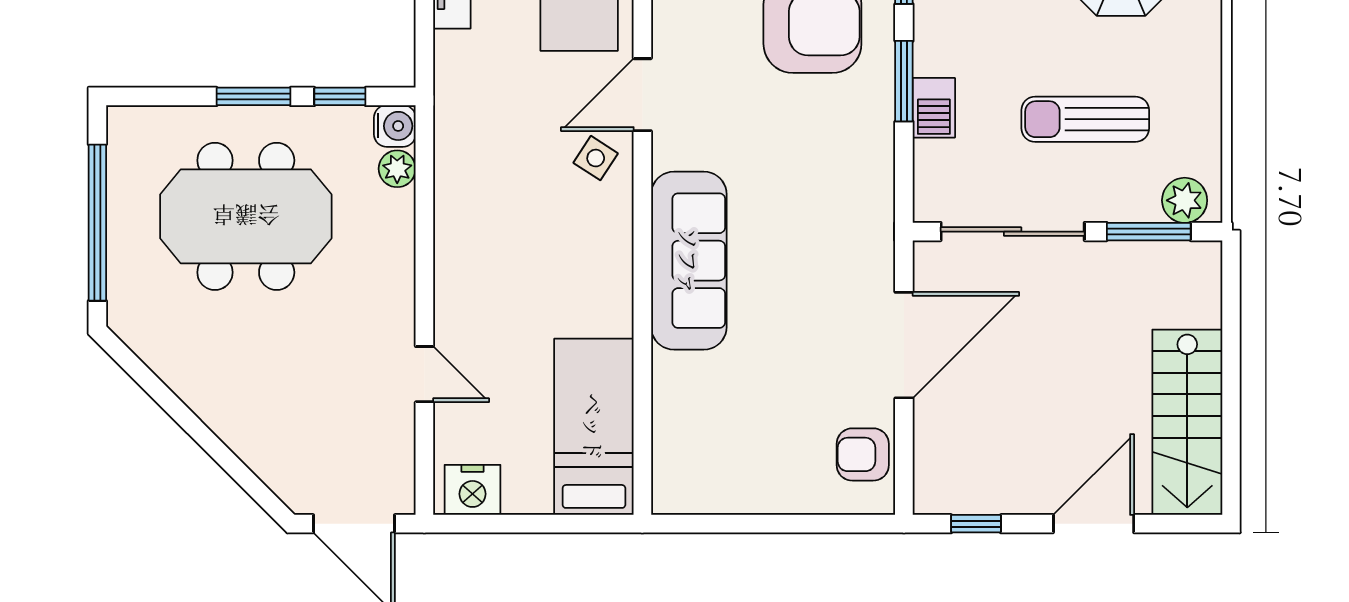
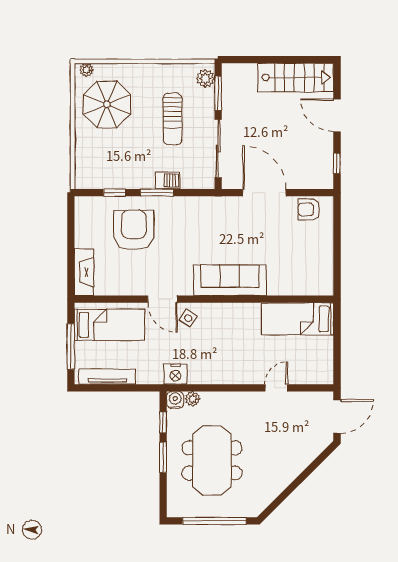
armchair: (863, 454) -> (309, 209), turned 90
nightstand: (472, 490) -> (175, 374), moved, turned 90

